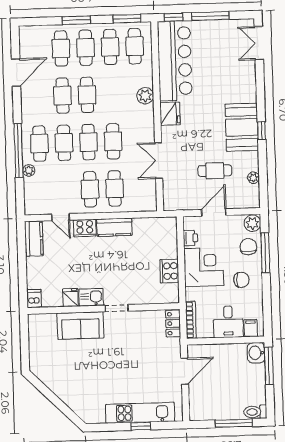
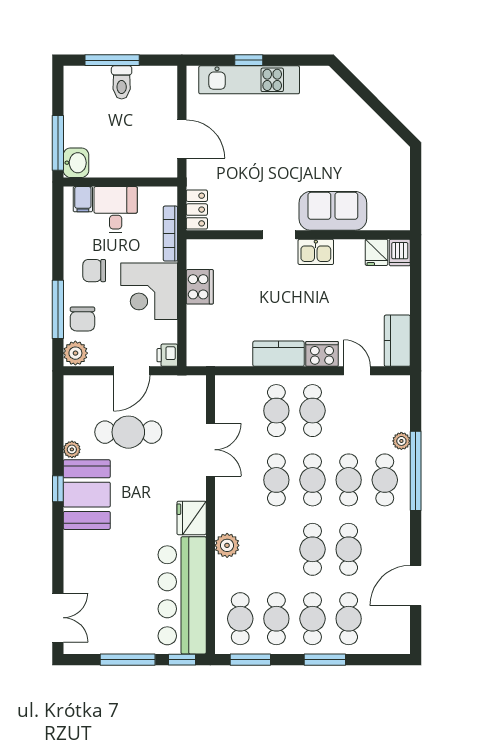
cafe table: (215, 171) -> (128, 432), width x1.37, depth x1.35
plant: (253, 178) -> (72, 449), moved
printer: (190, 238) -> (167, 355), moved
fridge: (70, 298) -> (377, 252), moved
bookcase: (191, 320) -> (170, 234), moved
door: (185, 371) -> (182, 139), swing flipped
toilet: (255, 412) -> (122, 82), moved, turned 90

